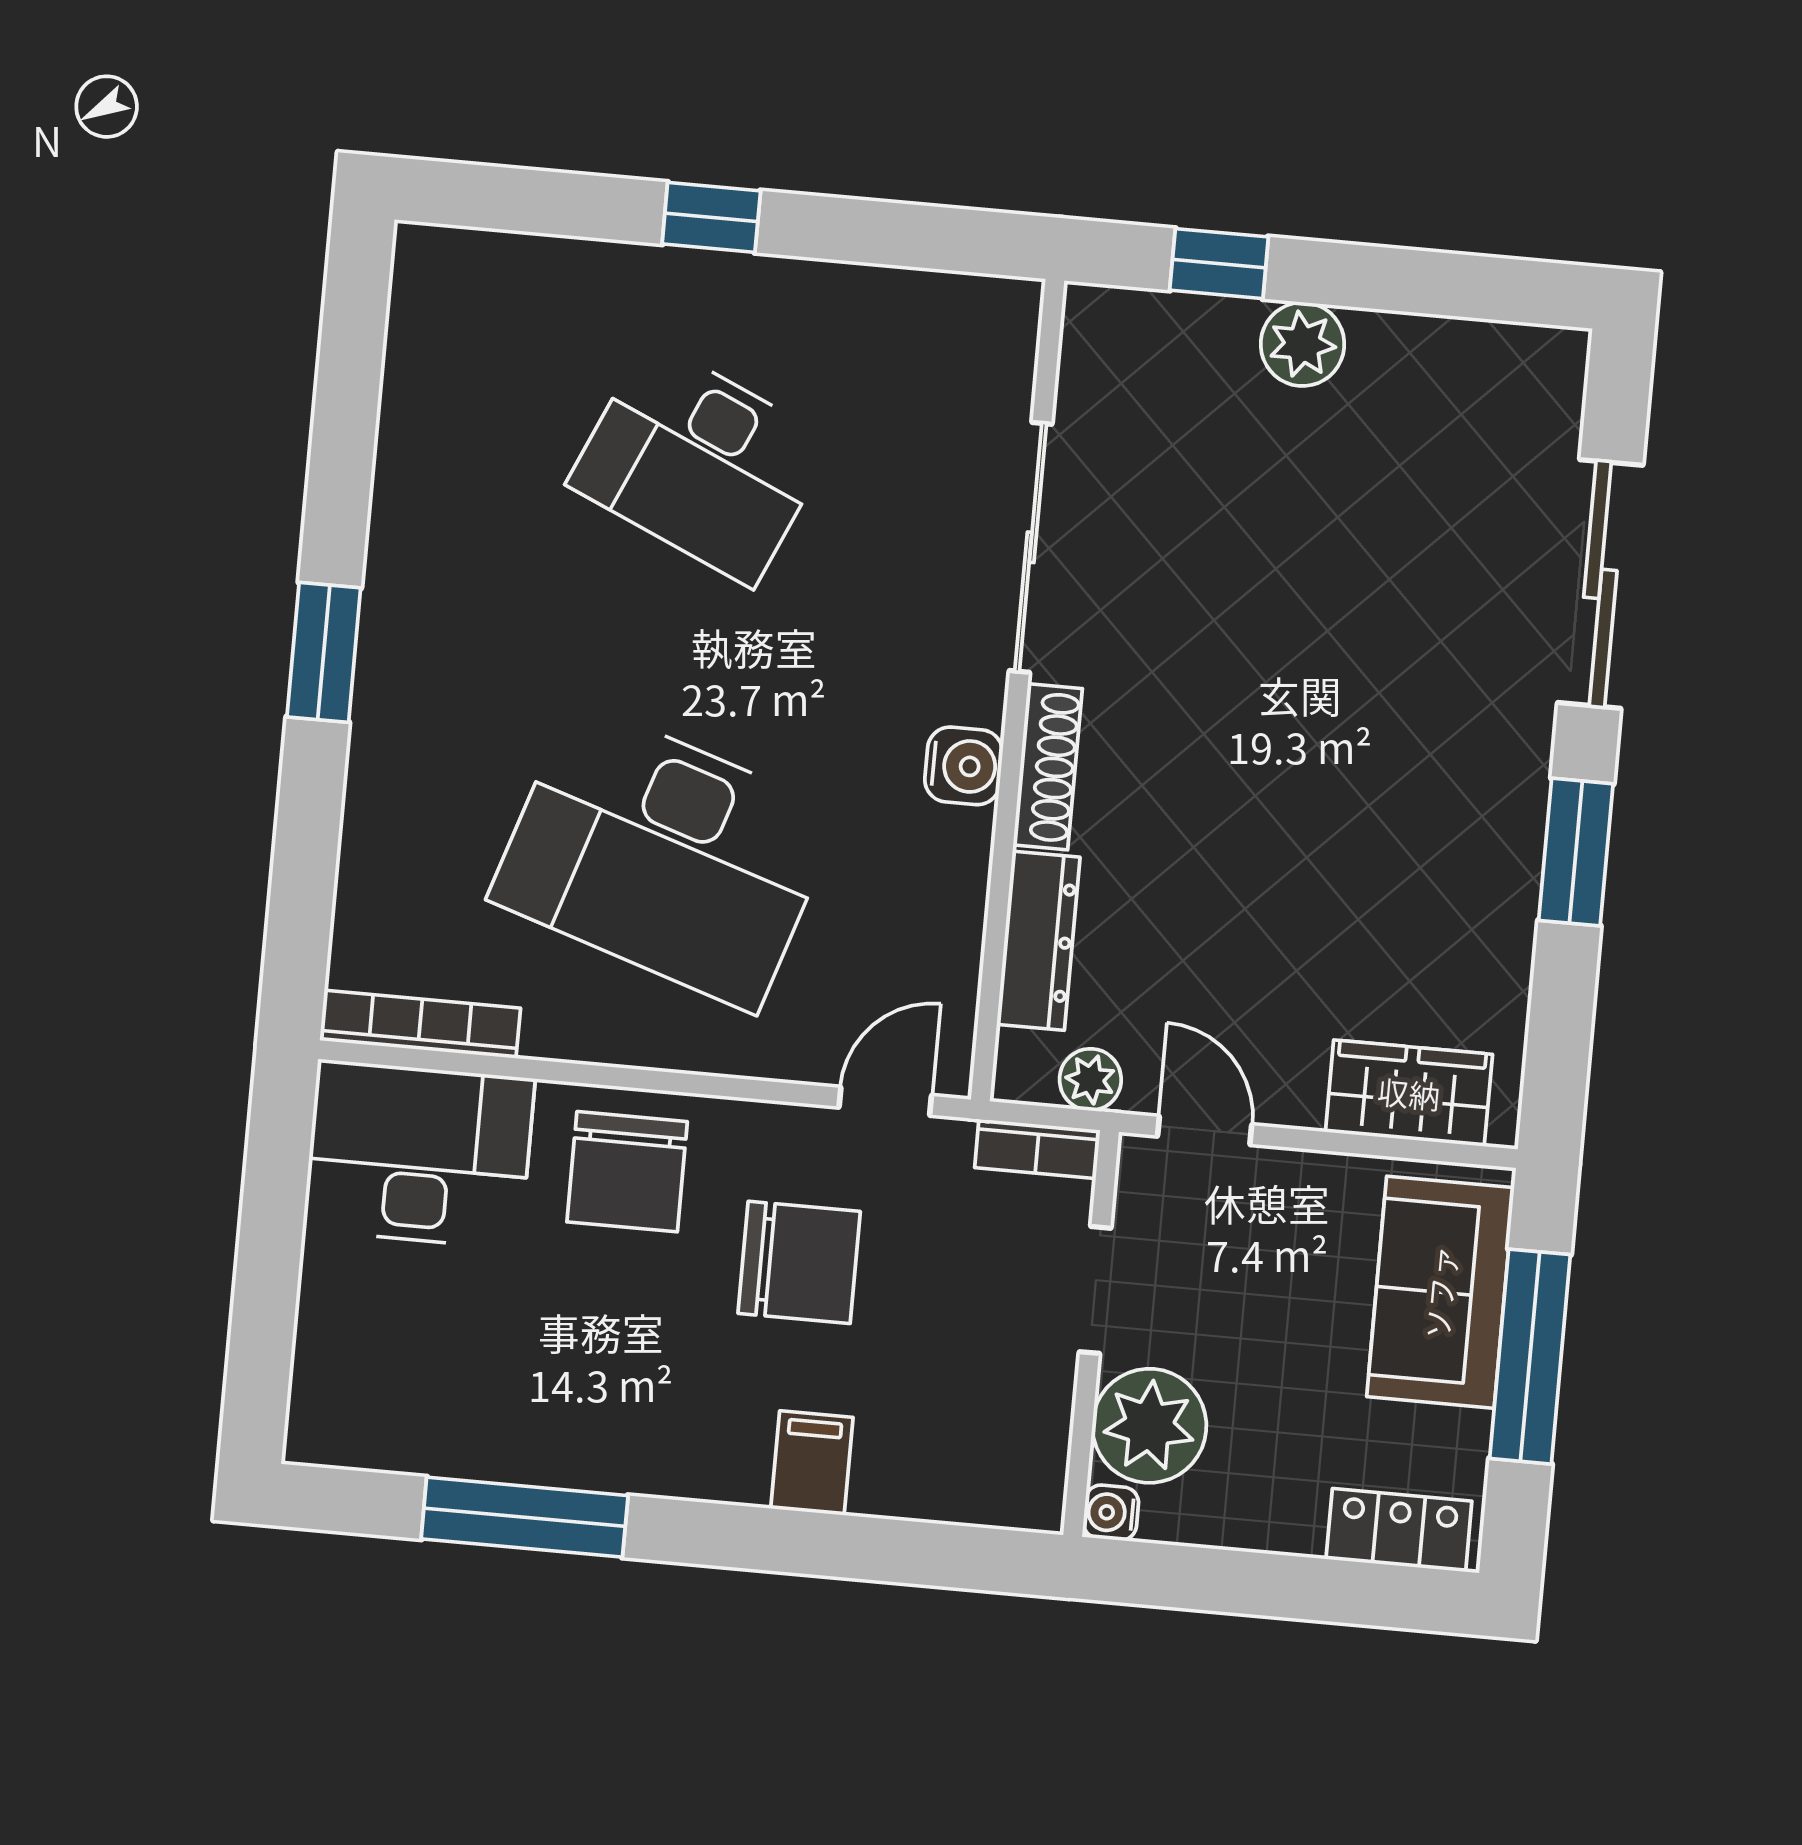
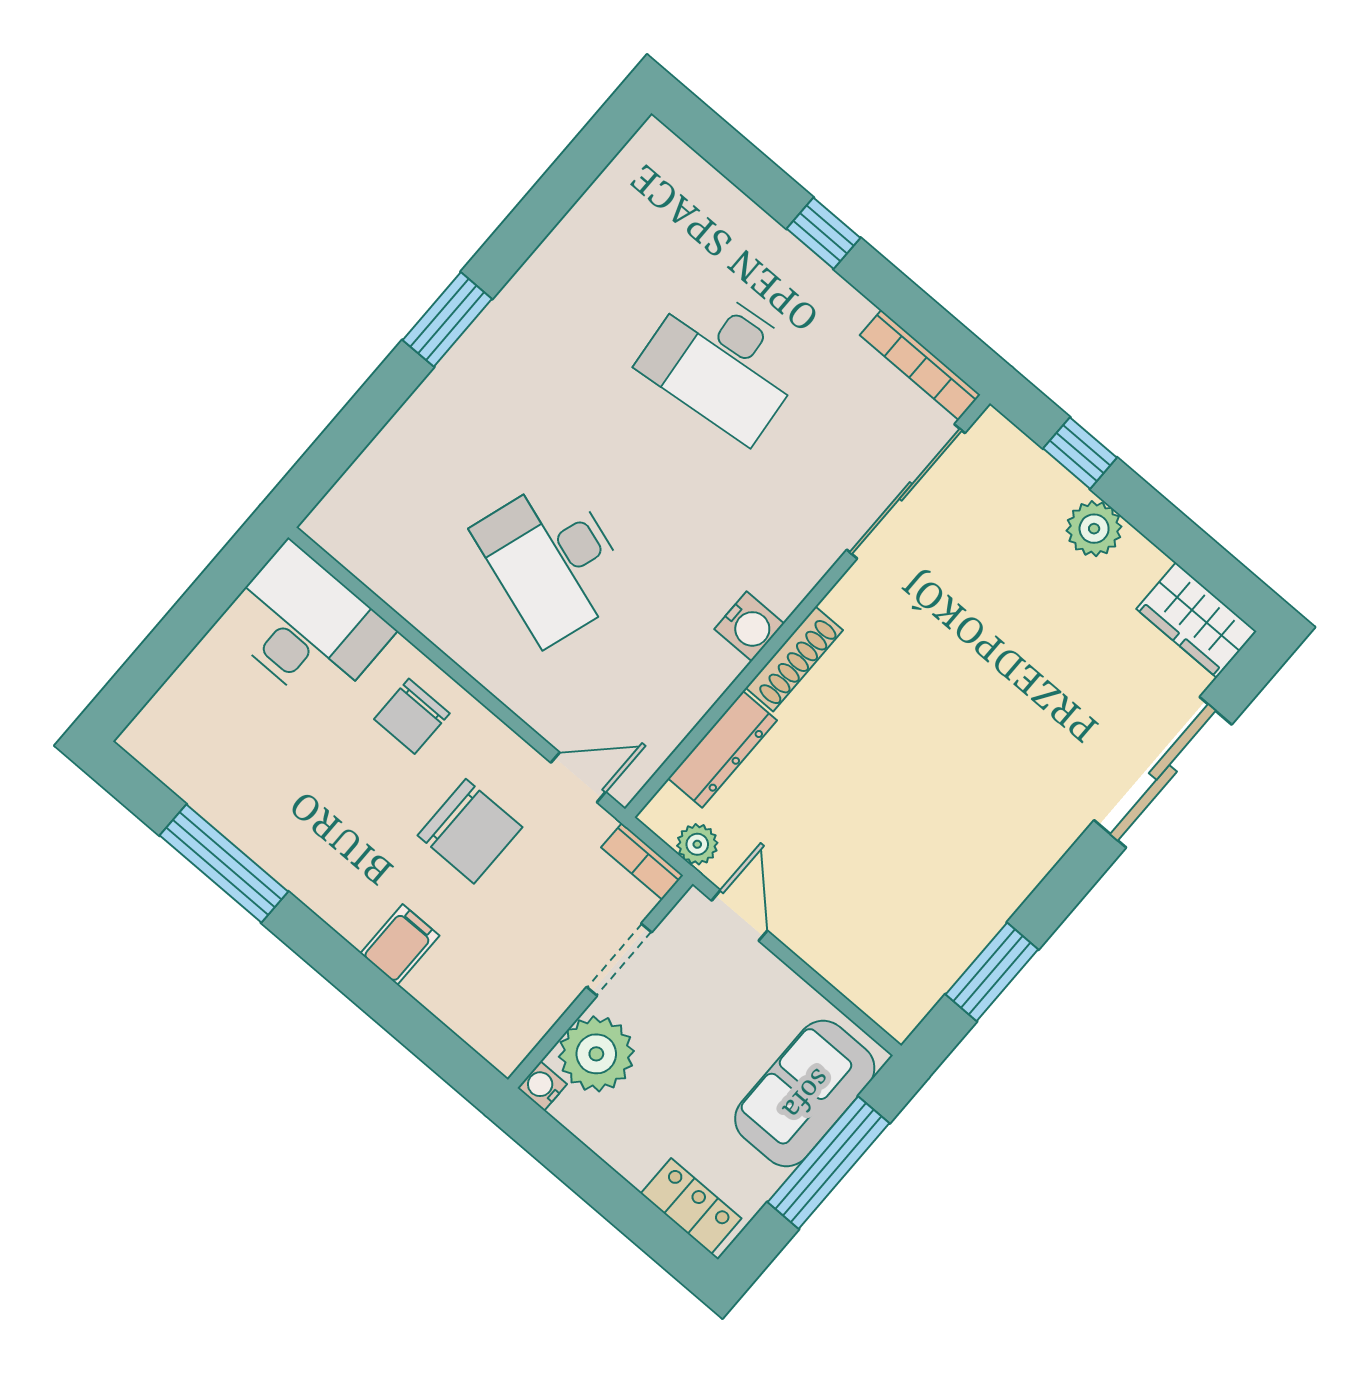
desk: (701, 463) -> (723, 362), turned -30
sliding door: (1031, 547) -> (906, 491), moved
window: (1576, 852) -> (992, 972), moved
desk: (665, 856) -> (553, 560), width x0.73, depth x0.77
bookcase: (420, 1024) -> (920, 365), moved, turned 180
wardrobe: (1409, 1093) -> (1196, 620), moved, turned 180
chair: (627, 1172) -> (412, 716), width x0.73, depth x0.73

